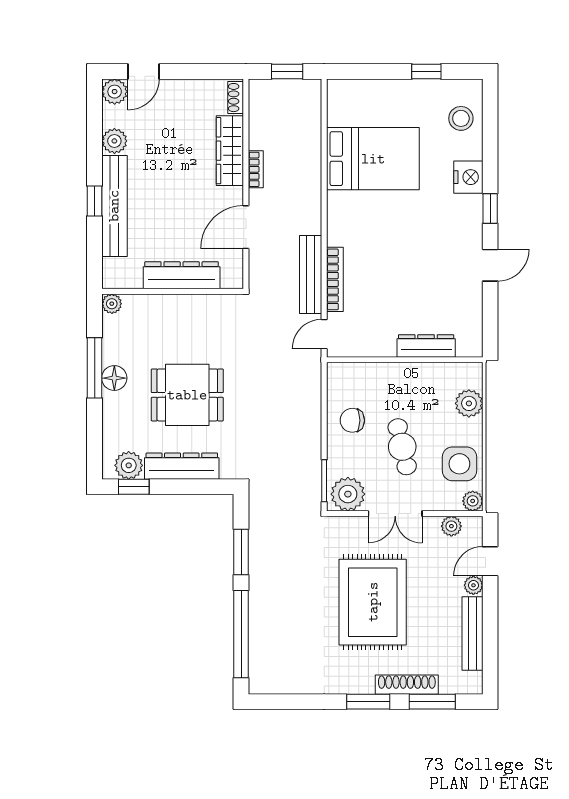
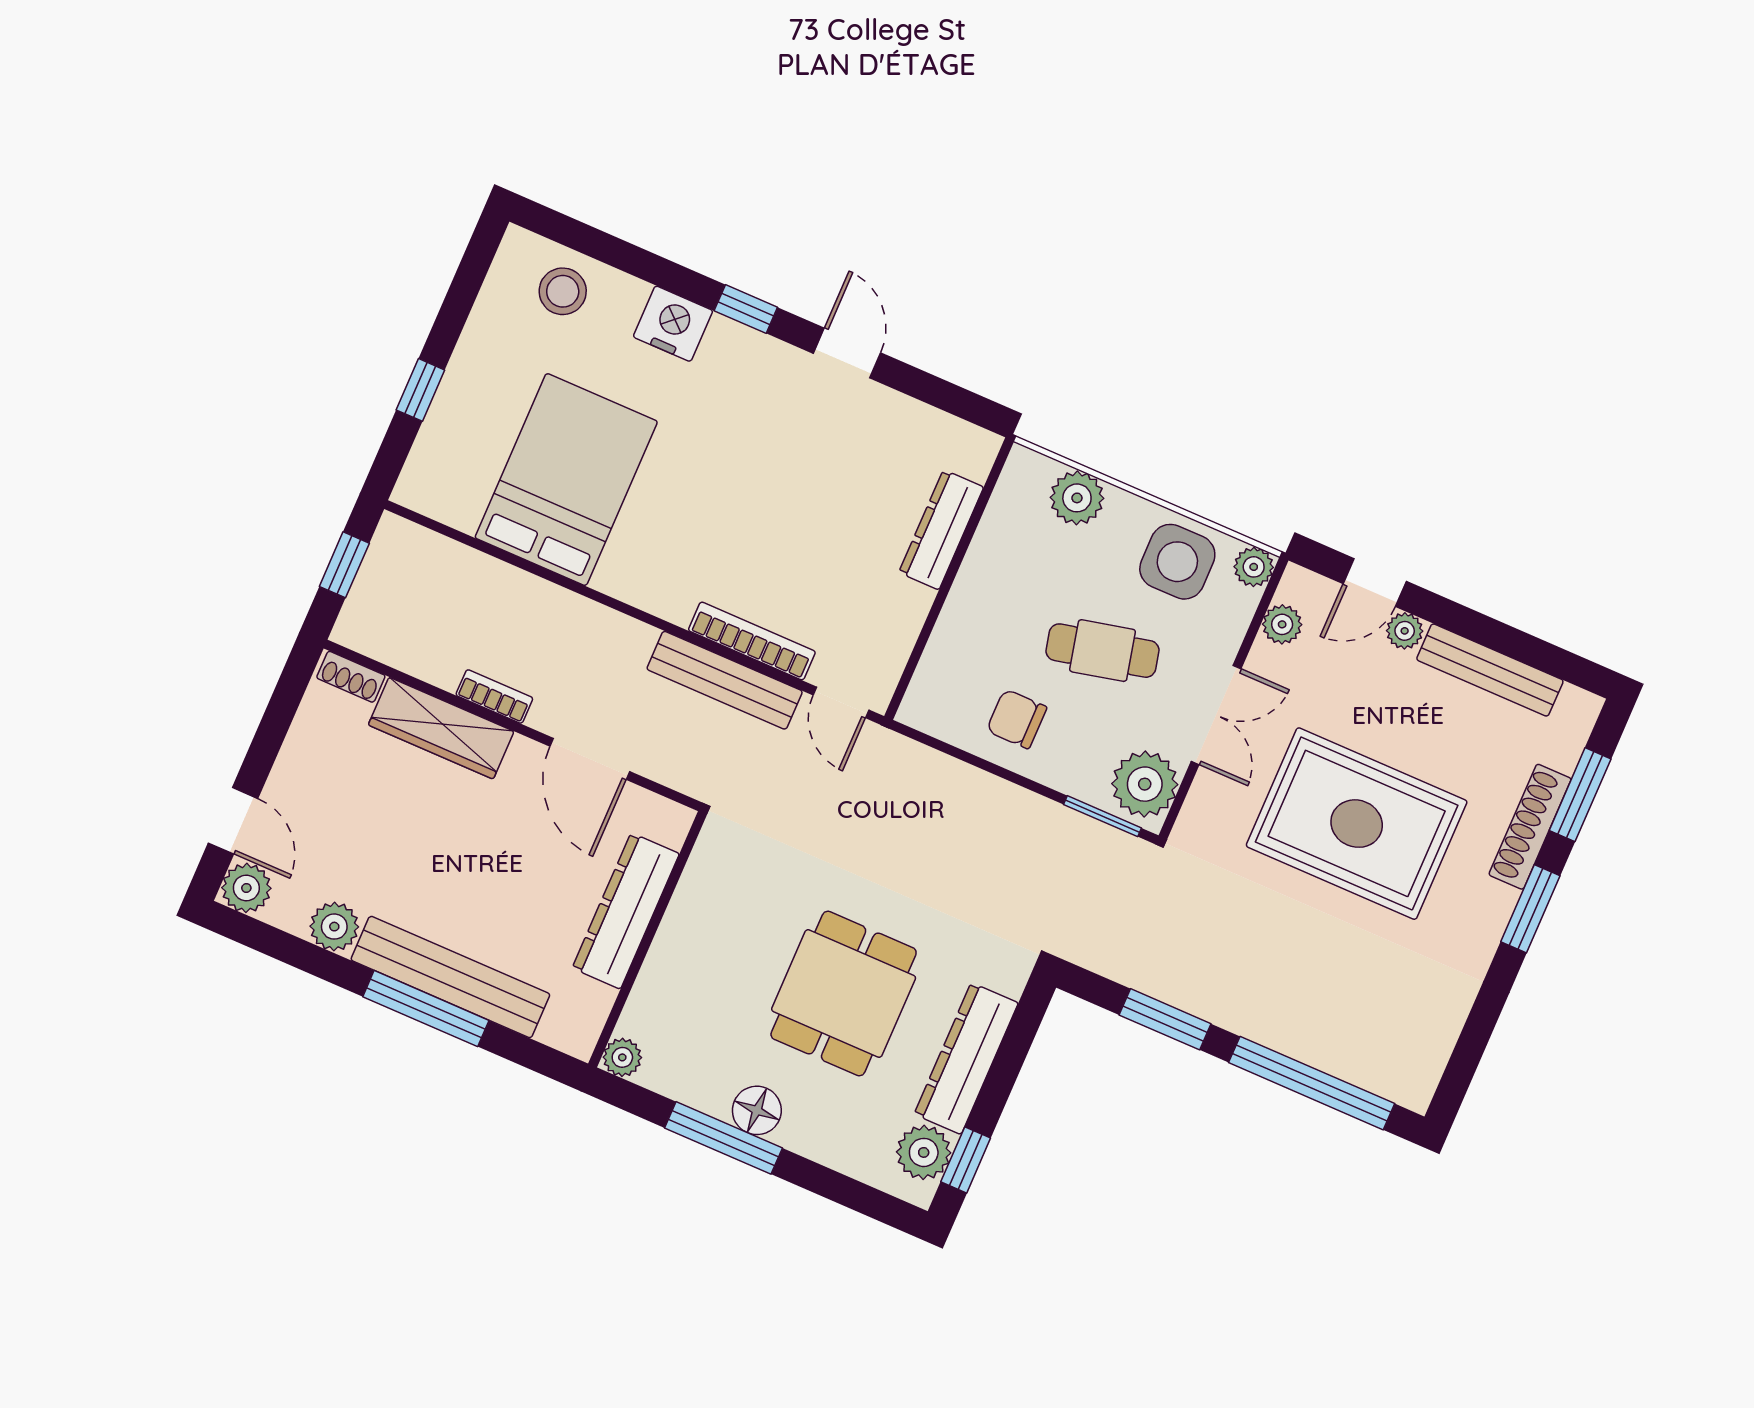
window: (426, 72) -> (420, 390), moved
window: (95, 201) -> (426, 1009), width x2.17
chair: (352, 420) -> (1017, 719), turned 90
door: (490, 561) -> (1375, 582), hinge flipped

